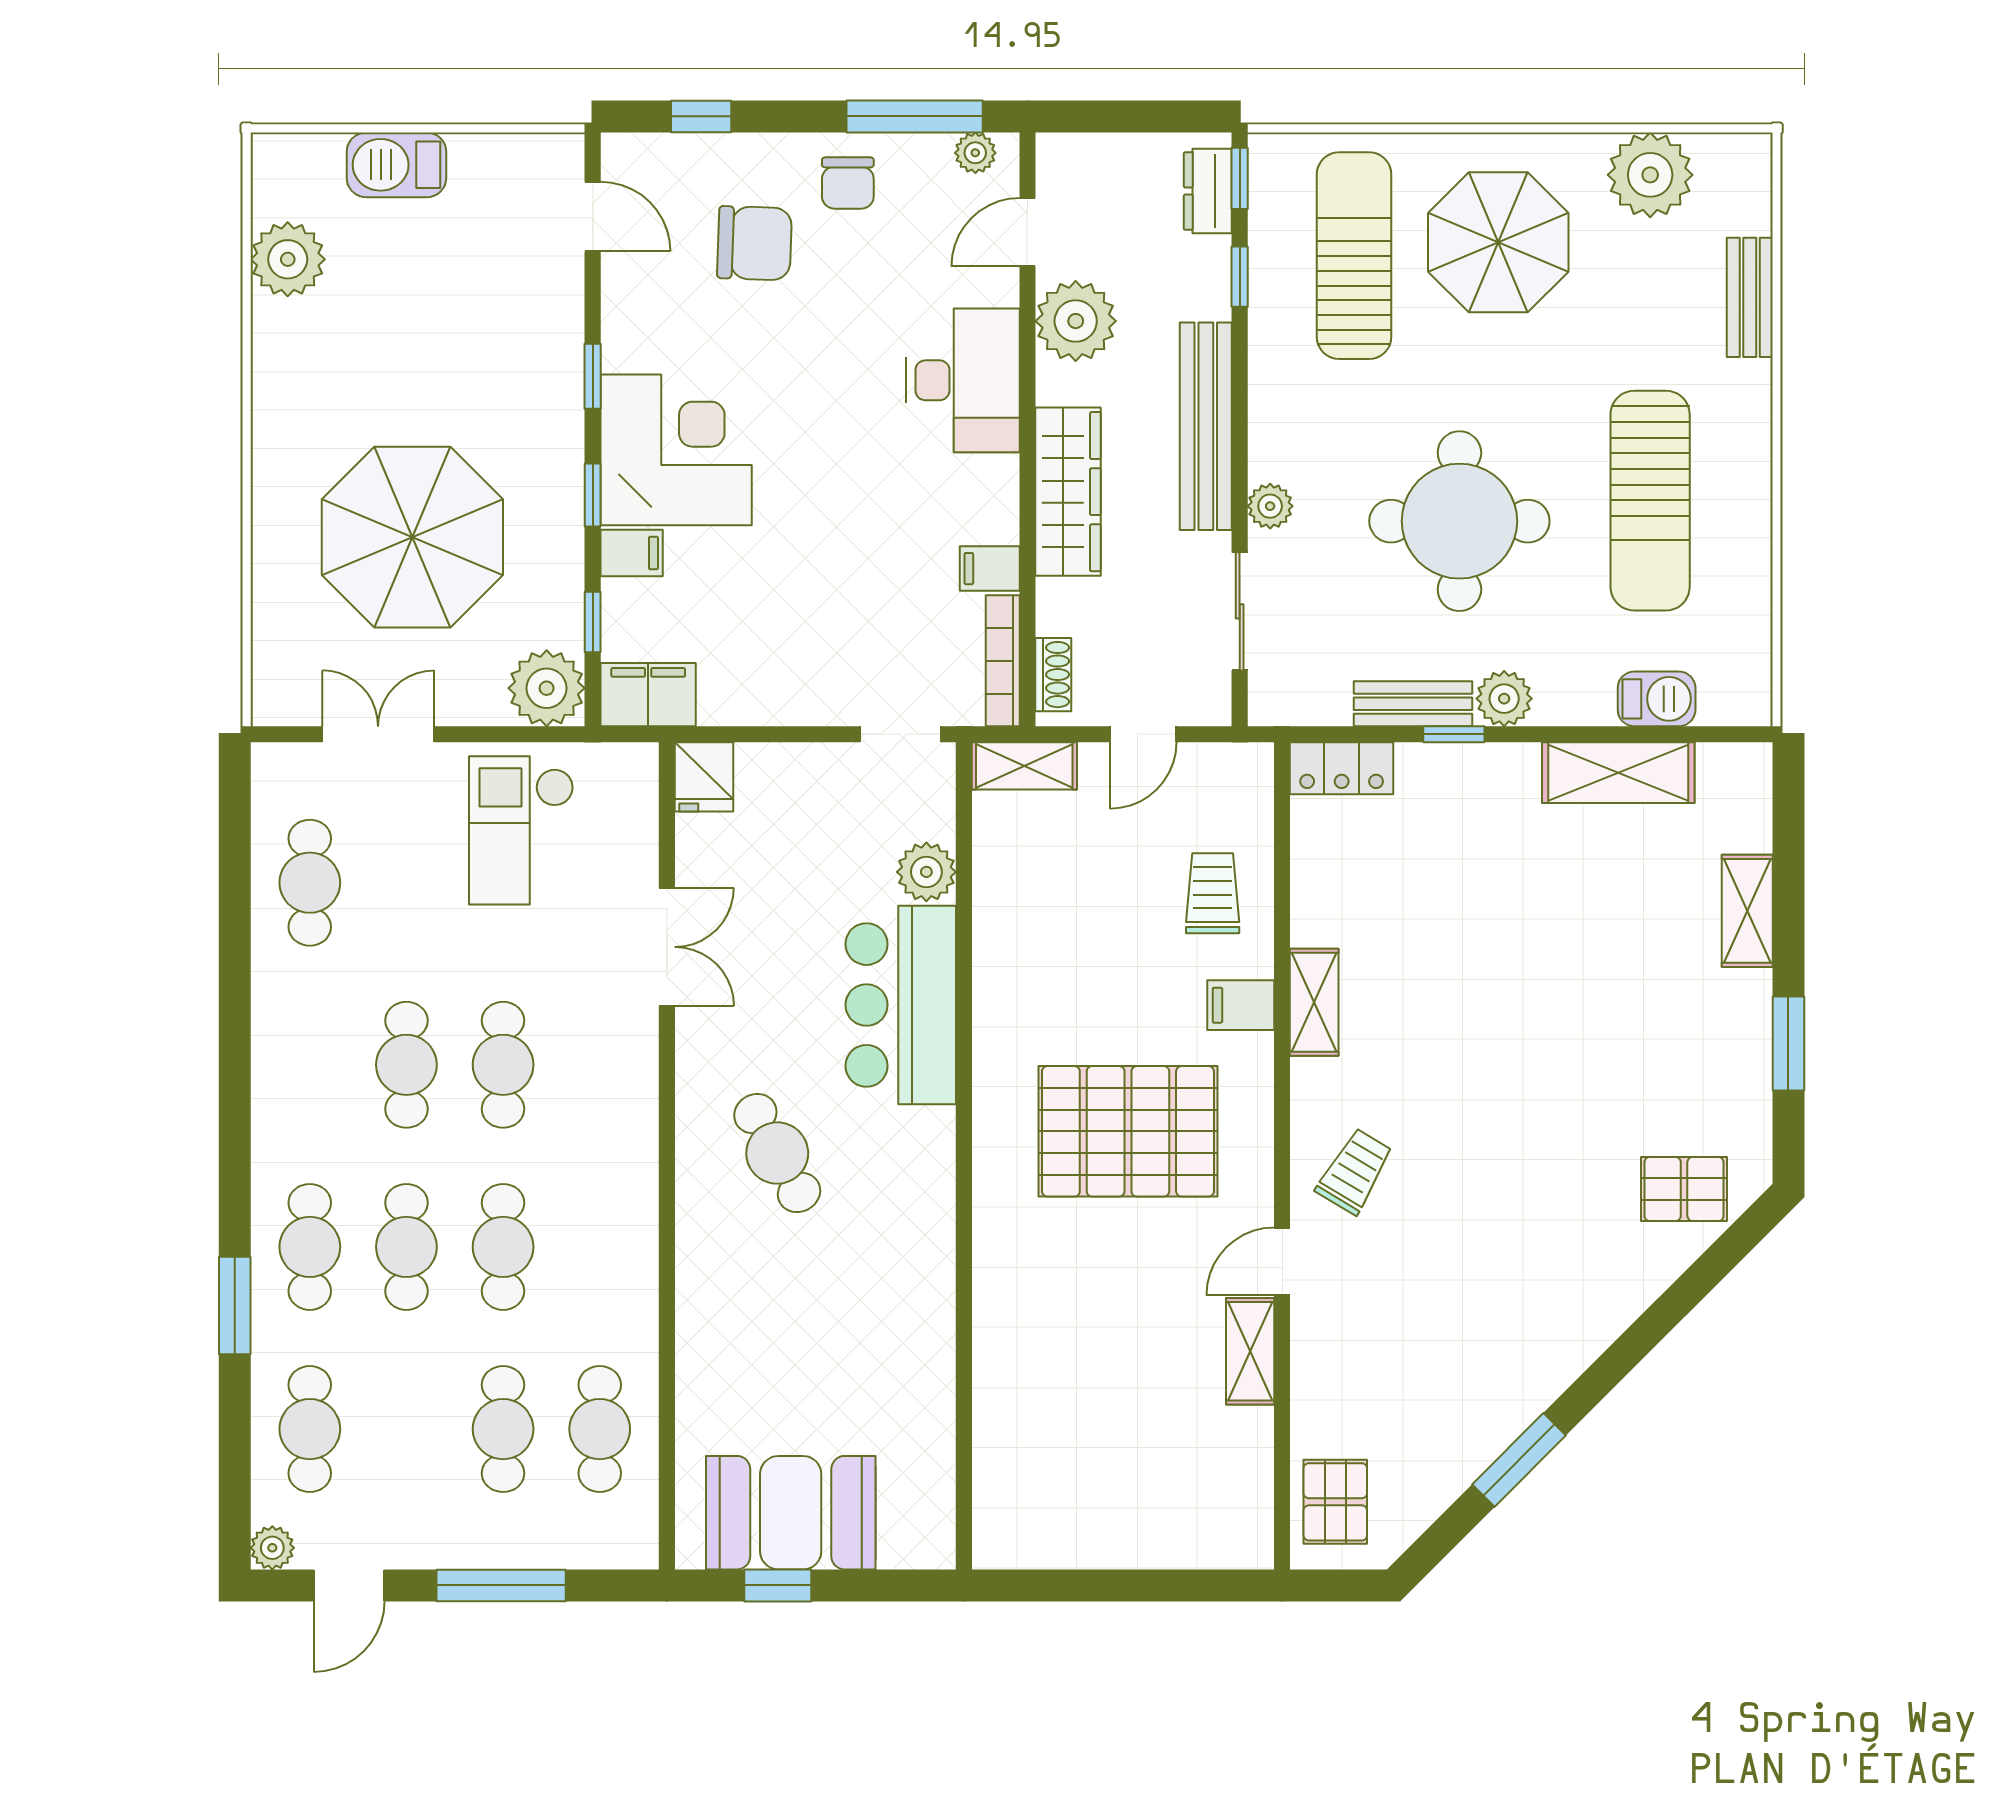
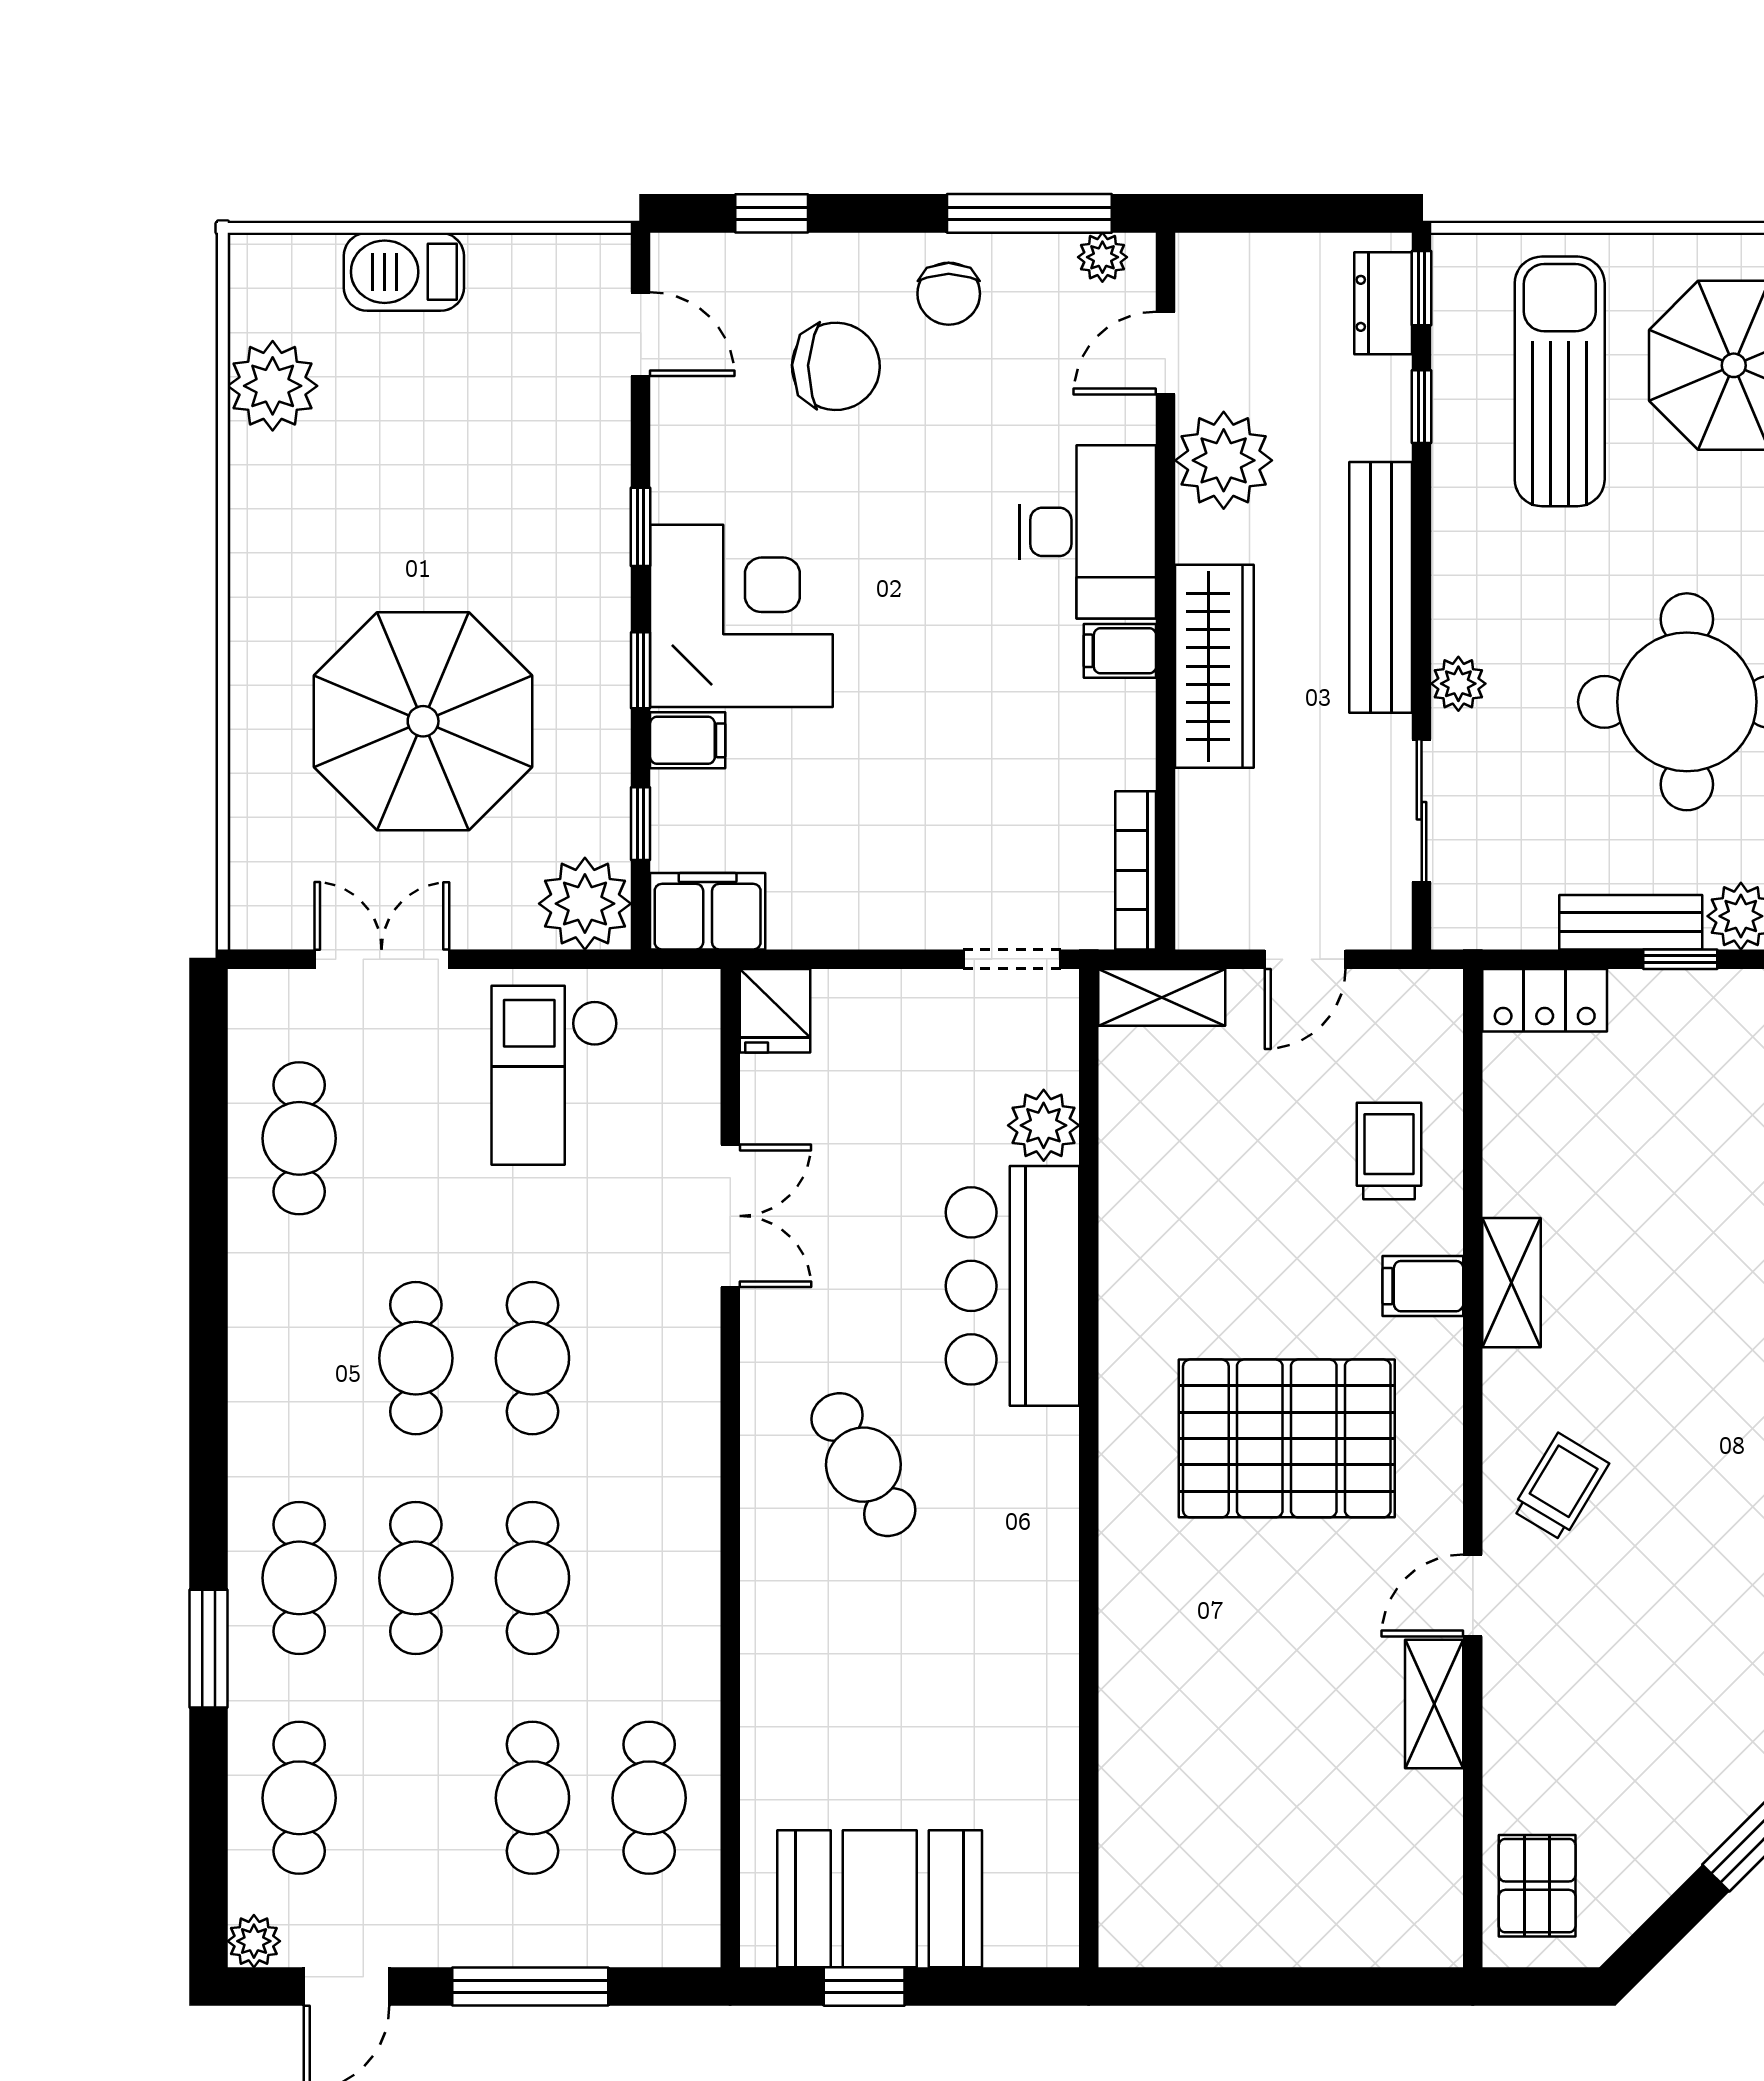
filing cabinet: (990, 569) -> (1120, 651), moved
shoe rack: (1053, 675) -> (1197, 887), removed

